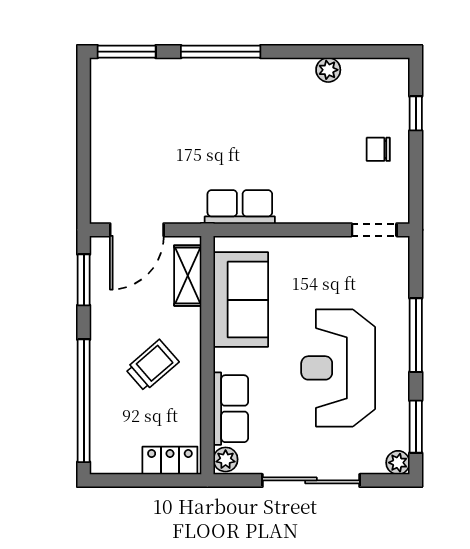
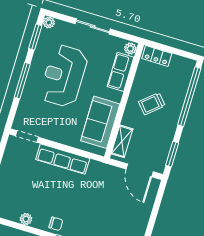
chair: (378, 149) -> (56, 224), moved
row of seats: (240, 207) -> (63, 159), moved, width x1.48
door: (137, 230) -> (140, 170), swing flipped
reception desk: (338, 368) -> (64, 76), turned 180
sliding door: (311, 480) -> (93, 26), width x0.73

